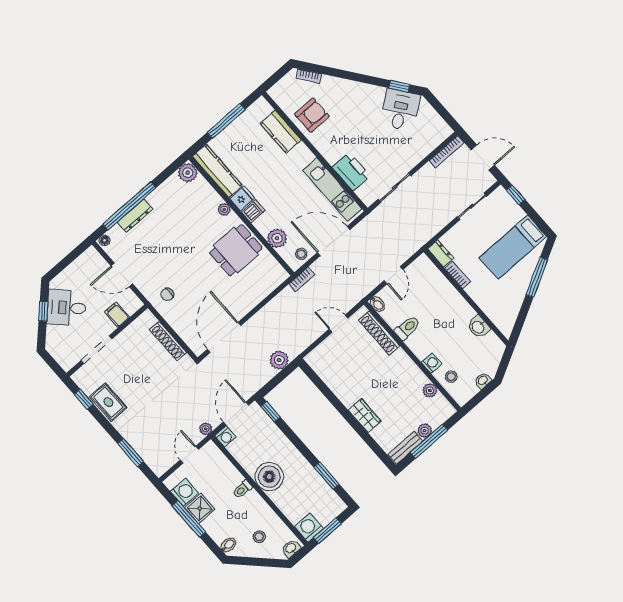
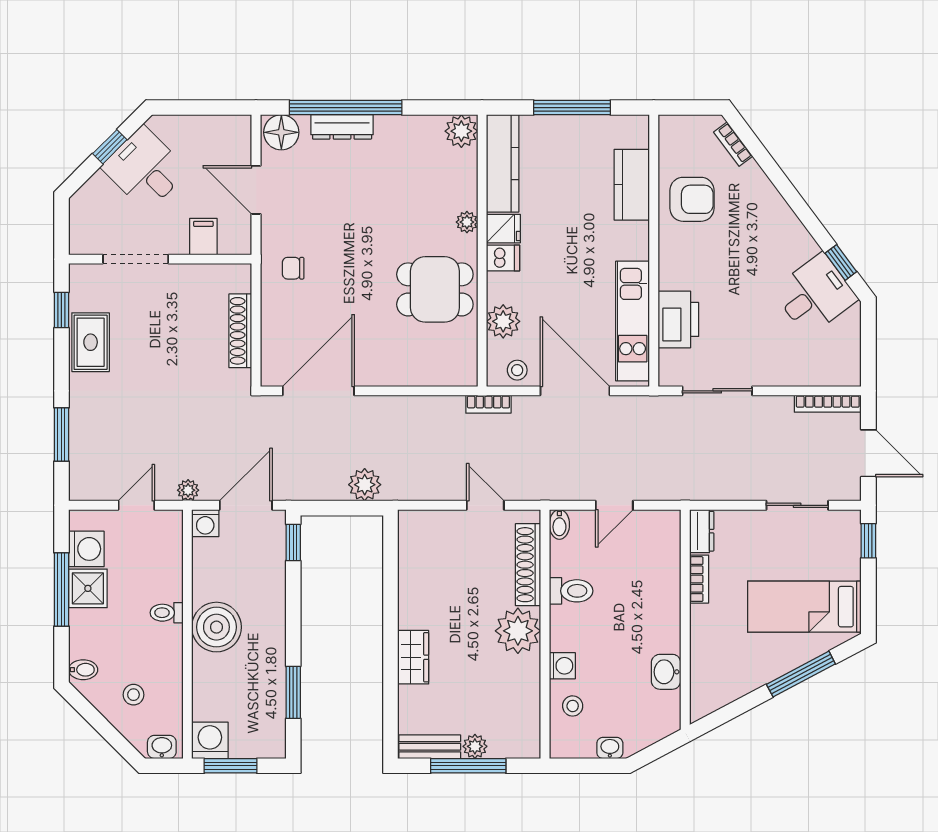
floor lamp: (104, 240) -> (281, 132), width x1.89, depth x1.89
plant: (430, 390) -> (518, 631), moved, width x1.88, depth x1.88

